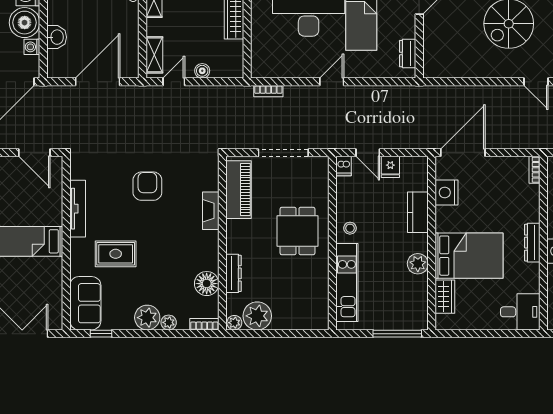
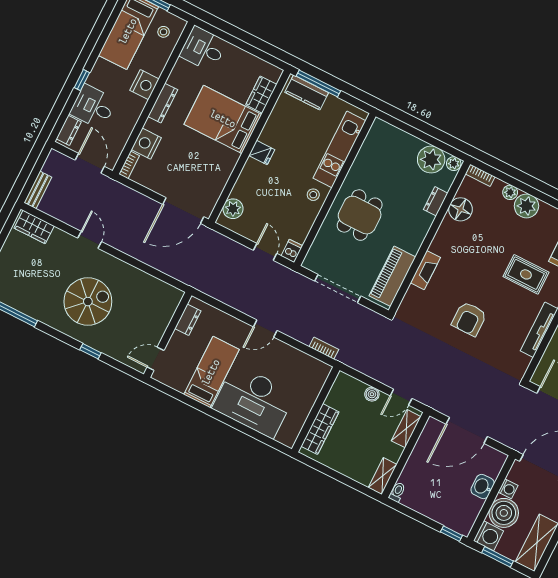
fridge: (390, 167) -> (262, 153), moved, turned 90
nightstand: (446, 193) -> (146, 144), moved, turned 180
kitchen counter: (418, 212) -> (307, 92), moved, turned 90
plant: (418, 264) -> (233, 209), moved
dresser: (233, 273) -> (436, 201), width x0.70

